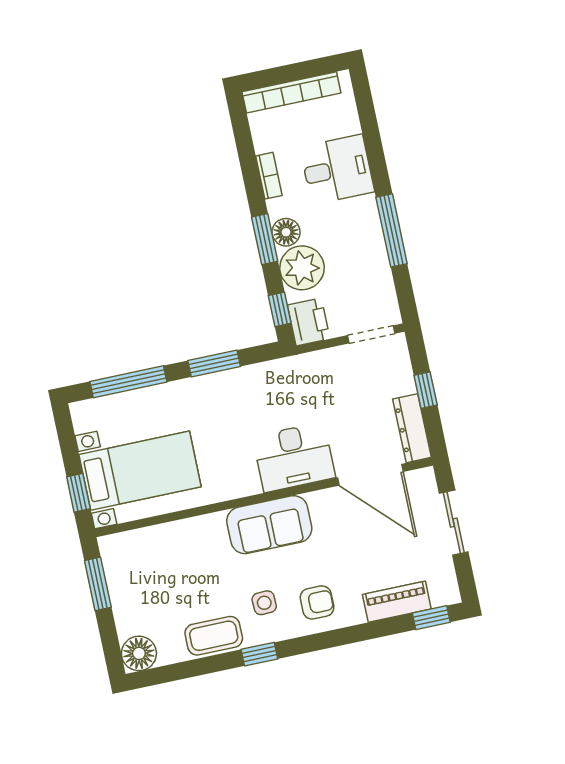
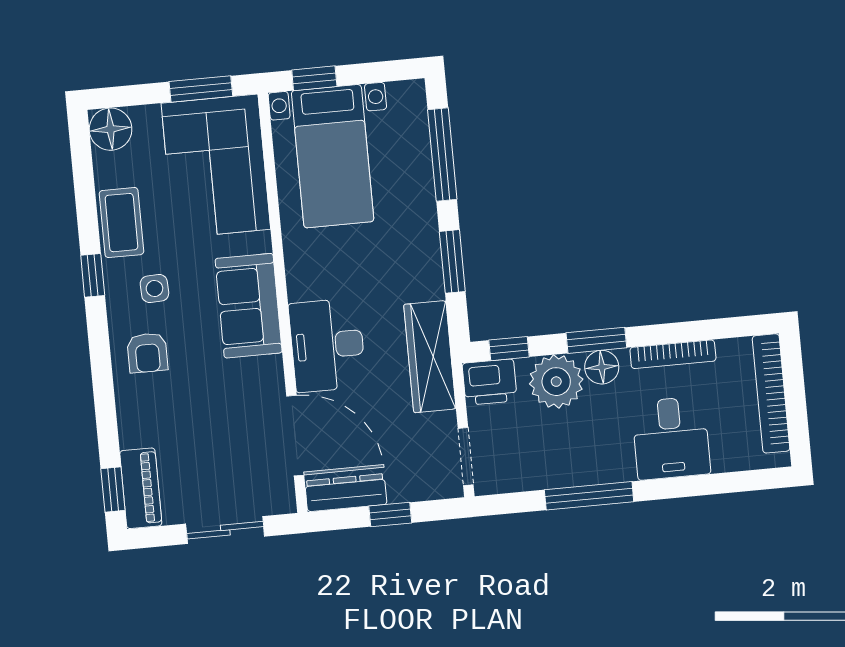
bookcase: (269, 176) -> (673, 354), width x1.56
wardrobe: (294, 373) -> (430, 357), added
door: (370, 475) -> (295, 436), swing flipped
corner sofa: (159, 564) -> (216, 166), added
piano: (397, 602) -> (141, 488), moved

